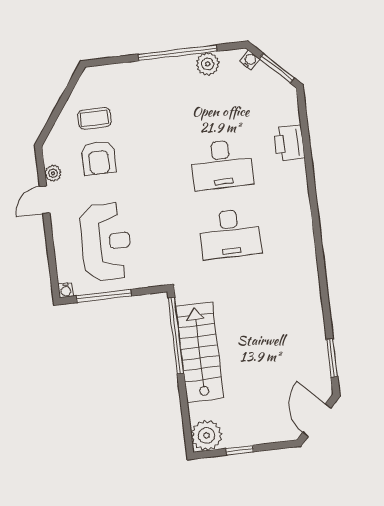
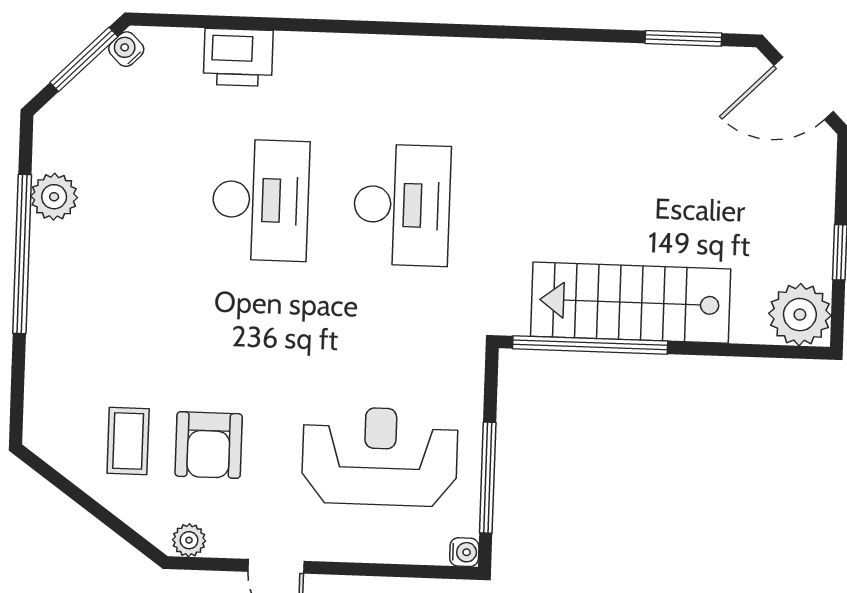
water cooler: (250, 60) -> (126, 49), moved
armchair: (99, 158) -> (209, 445), turned 90
plant: (53, 173) -> (189, 540), moved

